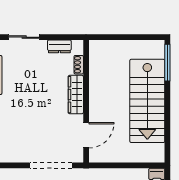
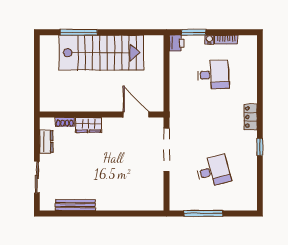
window: (167, 63) -> (79, 32), moved
wardrobe: (76, 95) -> (88, 125), width x0.67

